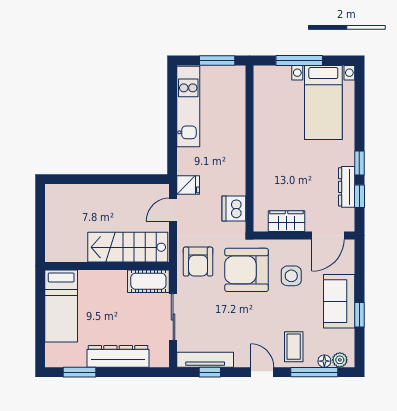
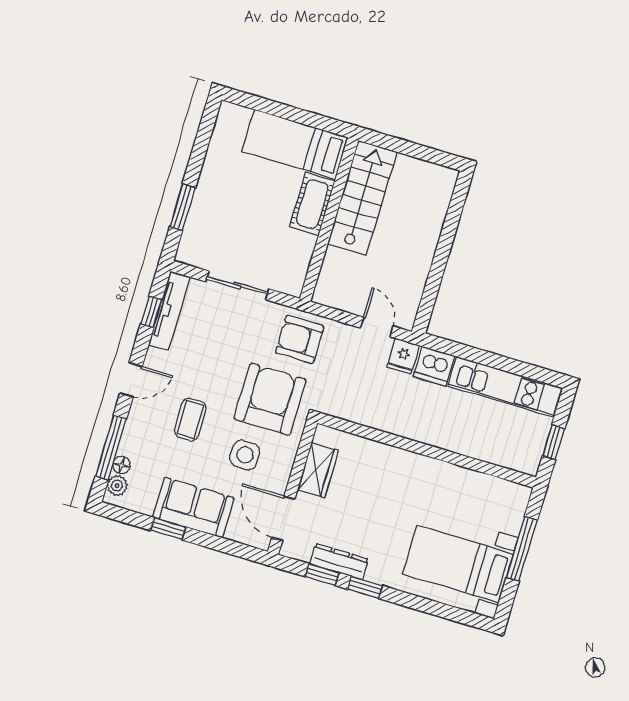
window: (217, 60) -> (554, 442), width x0.67
dishwasher: (234, 209) -> (434, 366), moved, turned 180
stairs: (128, 247) -> (362, 198), moved
cot: (148, 281) -> (312, 204), moved
coffee table: (294, 347) -> (190, 420), moved, turned 90
dresser: (118, 356) -> (207, 199), removed
window: (80, 372) -> (183, 207), moved

